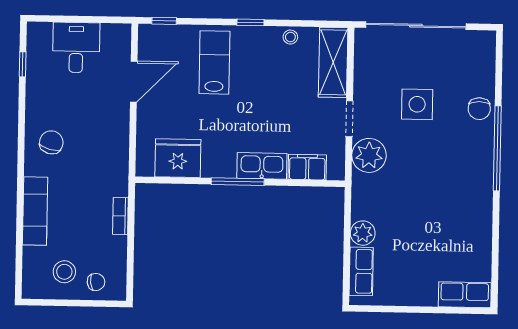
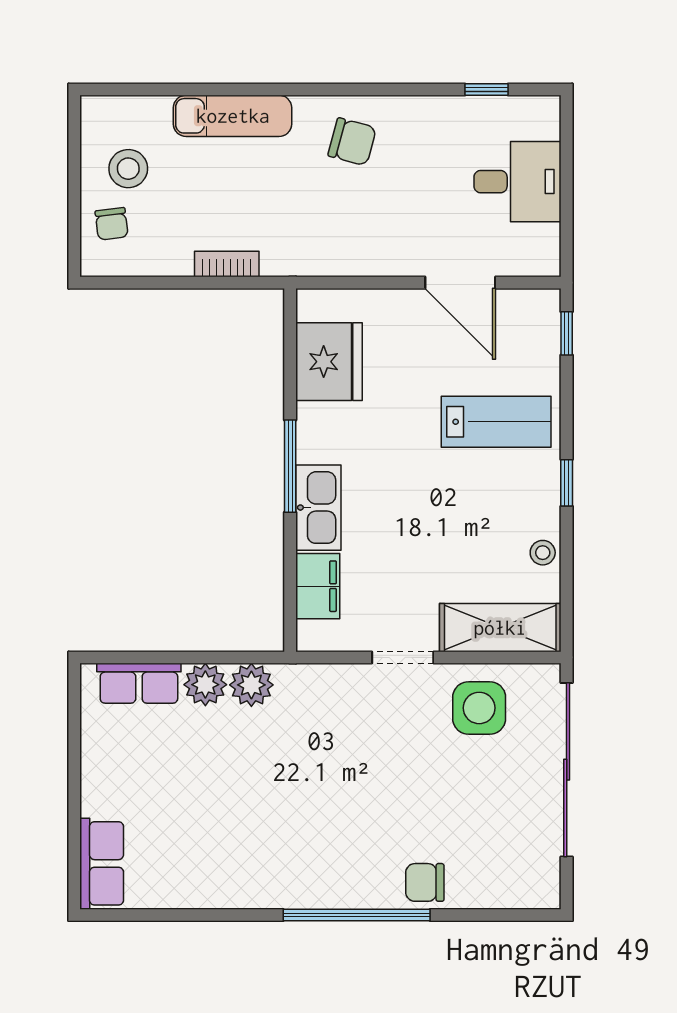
side table: (417, 104) -> (479, 708), moved
plant: (369, 155) -> (251, 685), moved, width x0.73, depth x0.73

